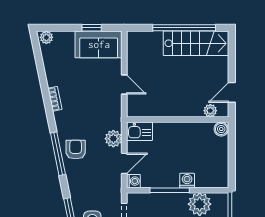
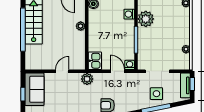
plant: (210, 111) -> (81, 26), moved
plant: (113, 139) -> (87, 79), moved
washing machine: (187, 181) -> (129, 14), moved

